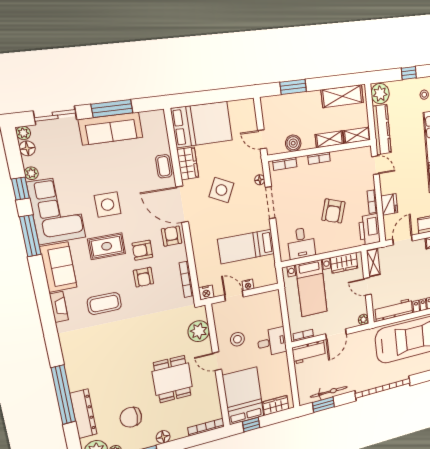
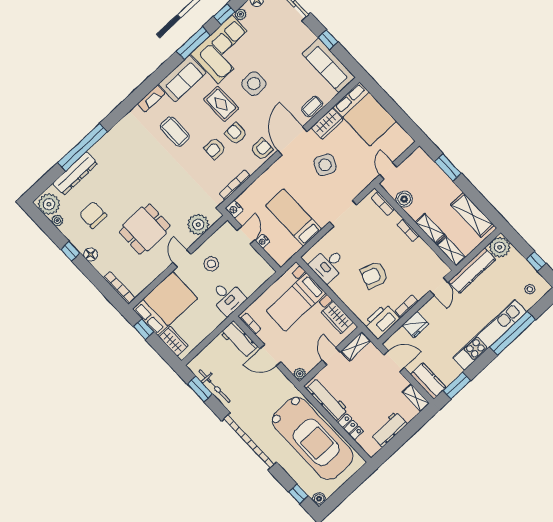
window: (112, 109) -> (328, 40), width x0.46
sofa: (111, 128) -> (329, 65), moved
floor lamp: (260, 180) -> (355, 191), removed

